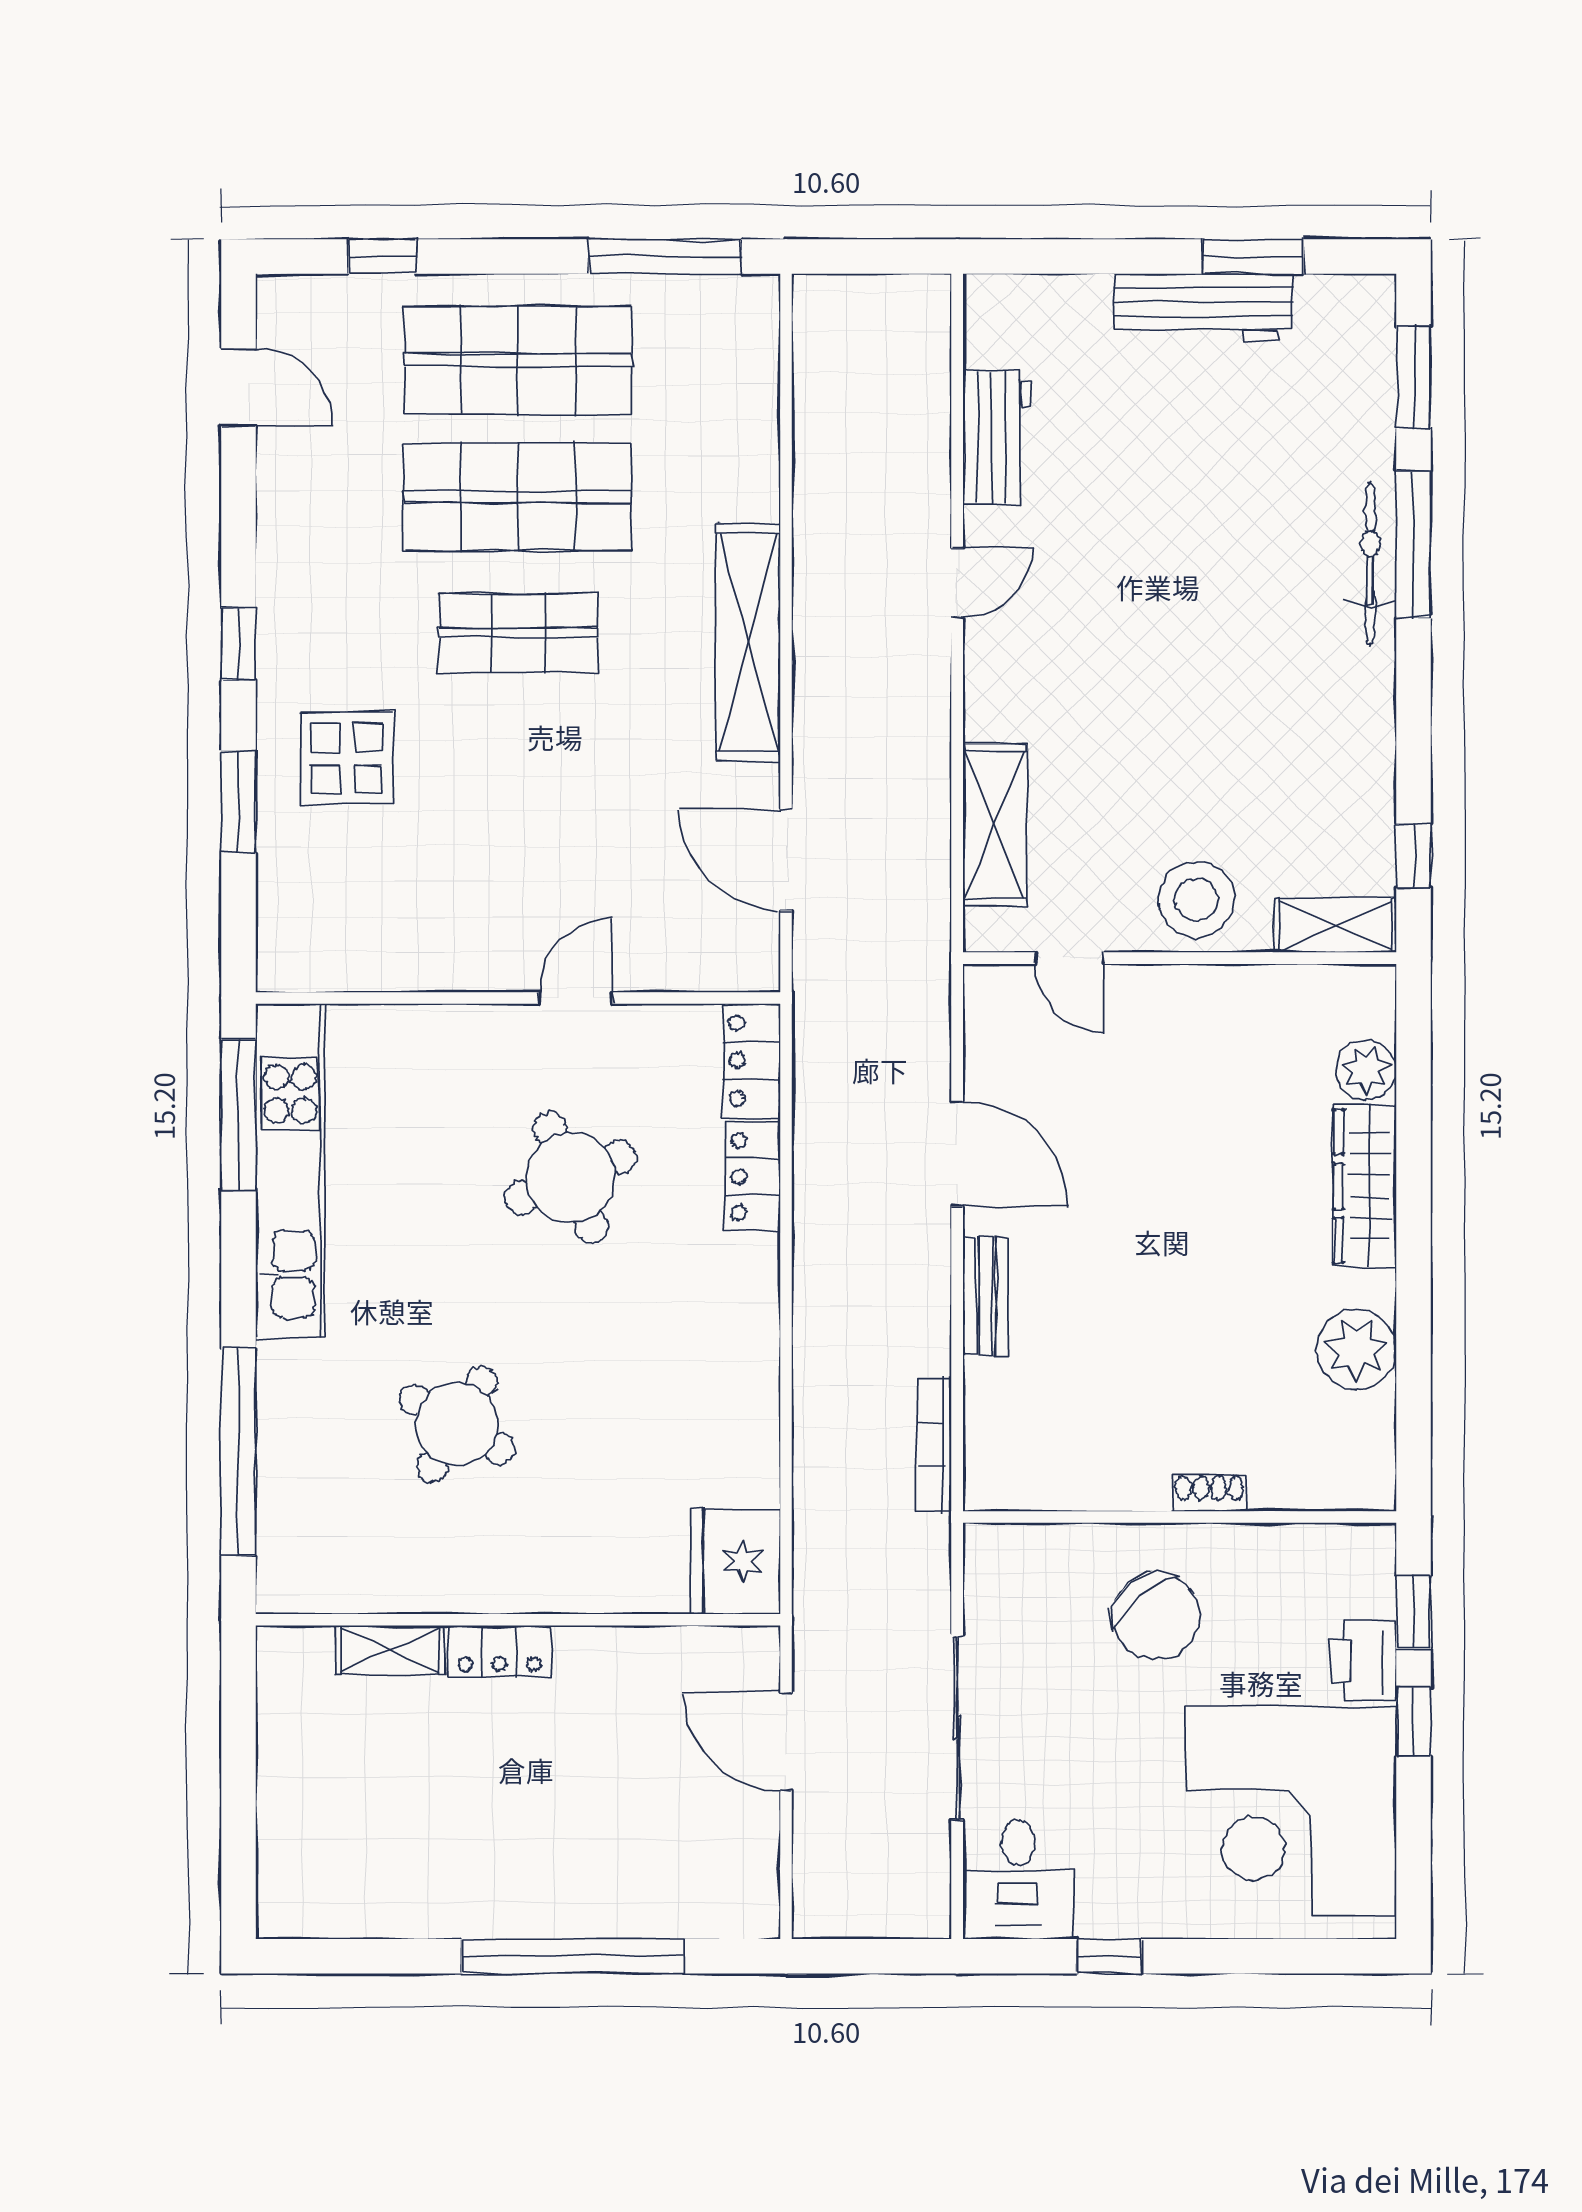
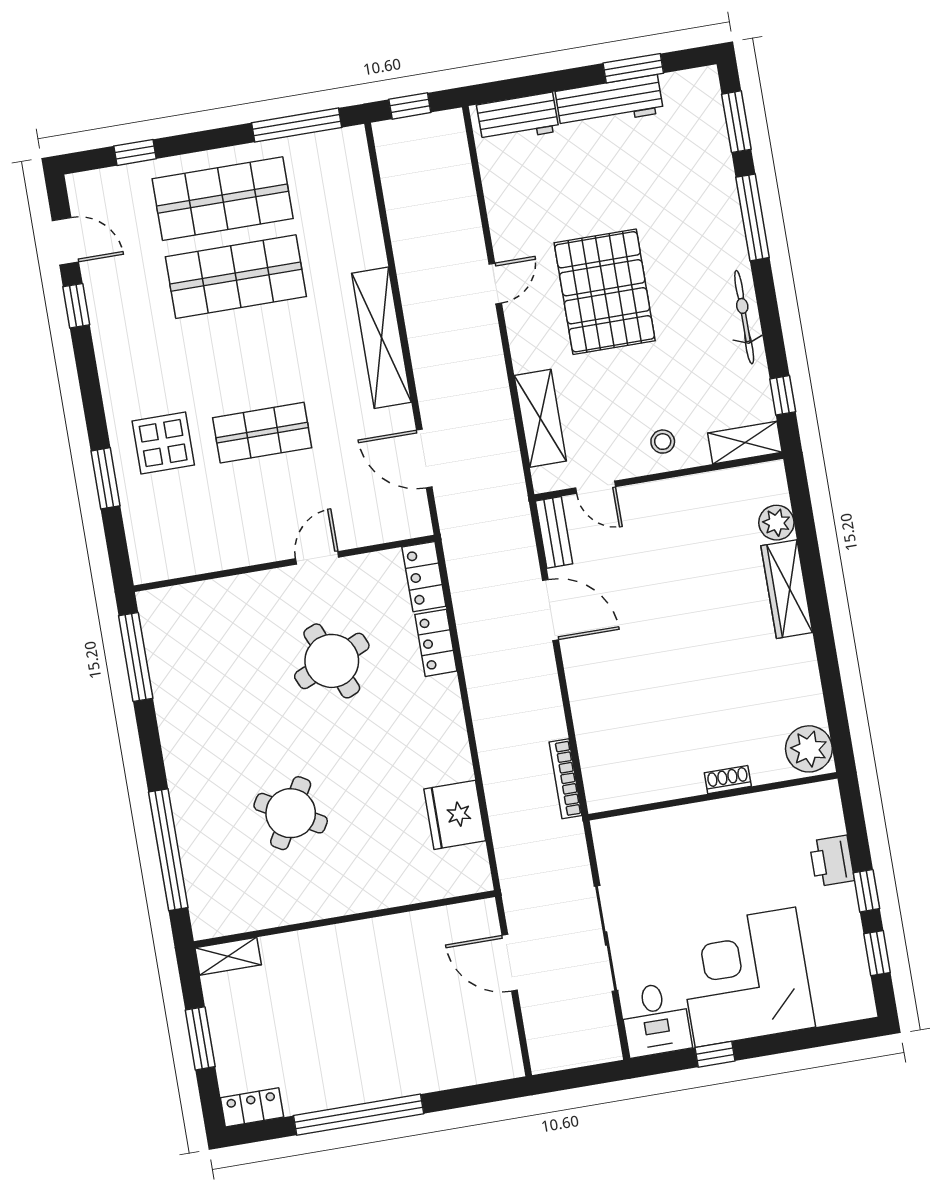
window: (863, 256) -> (410, 106), added
workbench: (997, 437) -> (518, 118), moved, turned 90
bicycle: (1370, 563) -> (744, 317), moved
pallet: (1141, 628) -> (605, 292), added
shop shelf: (518, 633) -> (262, 433), moved
window: (238, 644) -> (76, 306), moved
stool: (1196, 900) -> (663, 442), width x0.53, depth x0.53
kitchen unit: (290, 1171) -> (171, 684), removed
bench: (985, 1296) -> (554, 532), moved
plant: (1356, 1349) -> (809, 749), moved
fridge: (735, 1561) -> (455, 815), moved
window: (1413, 1612) -> (877, 953), moved
chair: (1156, 1616) -> (709, 855), removed
shelving: (390, 1650) -> (228, 956), moved
locker: (499, 1651) -> (252, 1107), moved, turned 180
window: (238, 1781) -> (200, 1038), added
corner desk: (1291, 1811) -> (745, 977), moved, turned 90
window: (573, 1956) -> (359, 1115), moved

